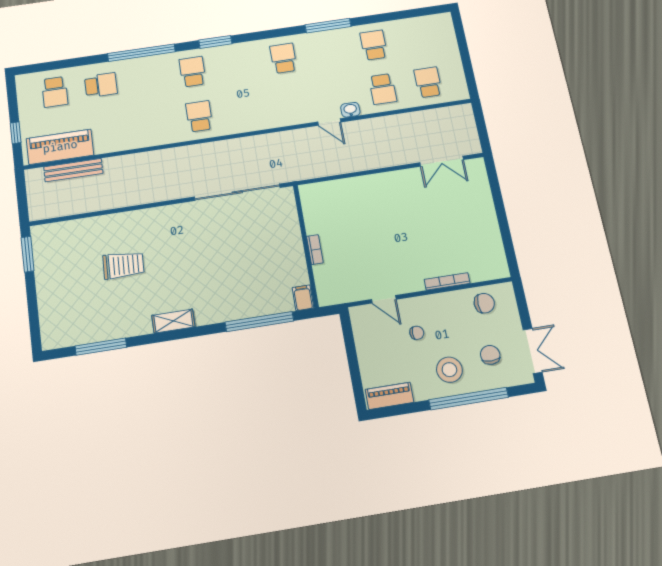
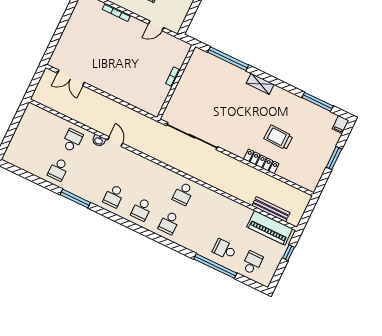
window: (215, 42) -> (145, 232), removed
window: (141, 53) -> (215, 266), moved
school desk: (428, 82) -> (141, 209), moved
double door: (442, 161) -> (71, 78), swing flipped
locker: (126, 220) -> (261, 161), added
window: (28, 254) -> (334, 158), moved
filing cabinet: (303, 298) -> (341, 125), moved
door: (384, 299) -> (156, 26), swing flipped
shelving: (173, 321) -> (260, 84), moved

